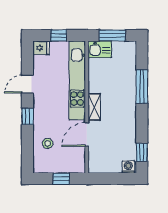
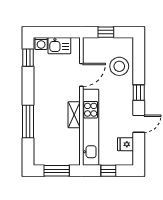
fridge: (41, 48) -> (125, 144), moved
kitchen sink: (100, 49) -> (59, 46), moved, turned 180
shelving: (94, 107) -> (74, 115), moved
stool: (48, 143) -> (119, 66), width x1.89, depth x1.89

